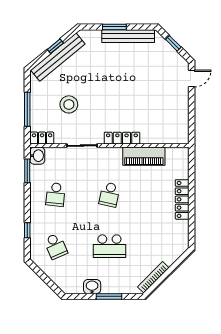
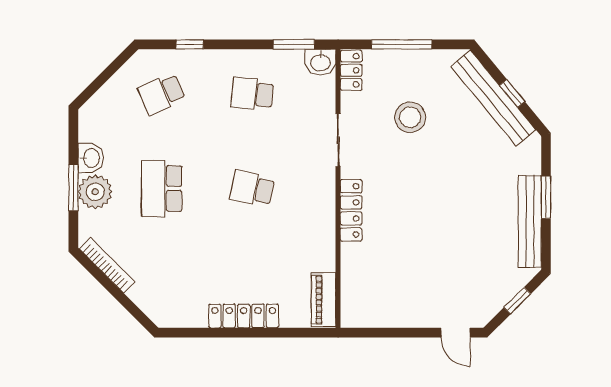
piano: (144, 156) -> (324, 300), moved, width x0.73, depth x0.75
plant: (111, 284) -> (95, 192), added

